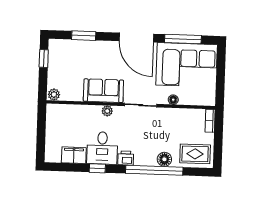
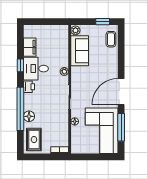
window: (84, 36) -> (121, 51), removed
coffee table: (67, 48) -> (111, 39), added
sofa: (103, 91) -> (80, 51), moved

